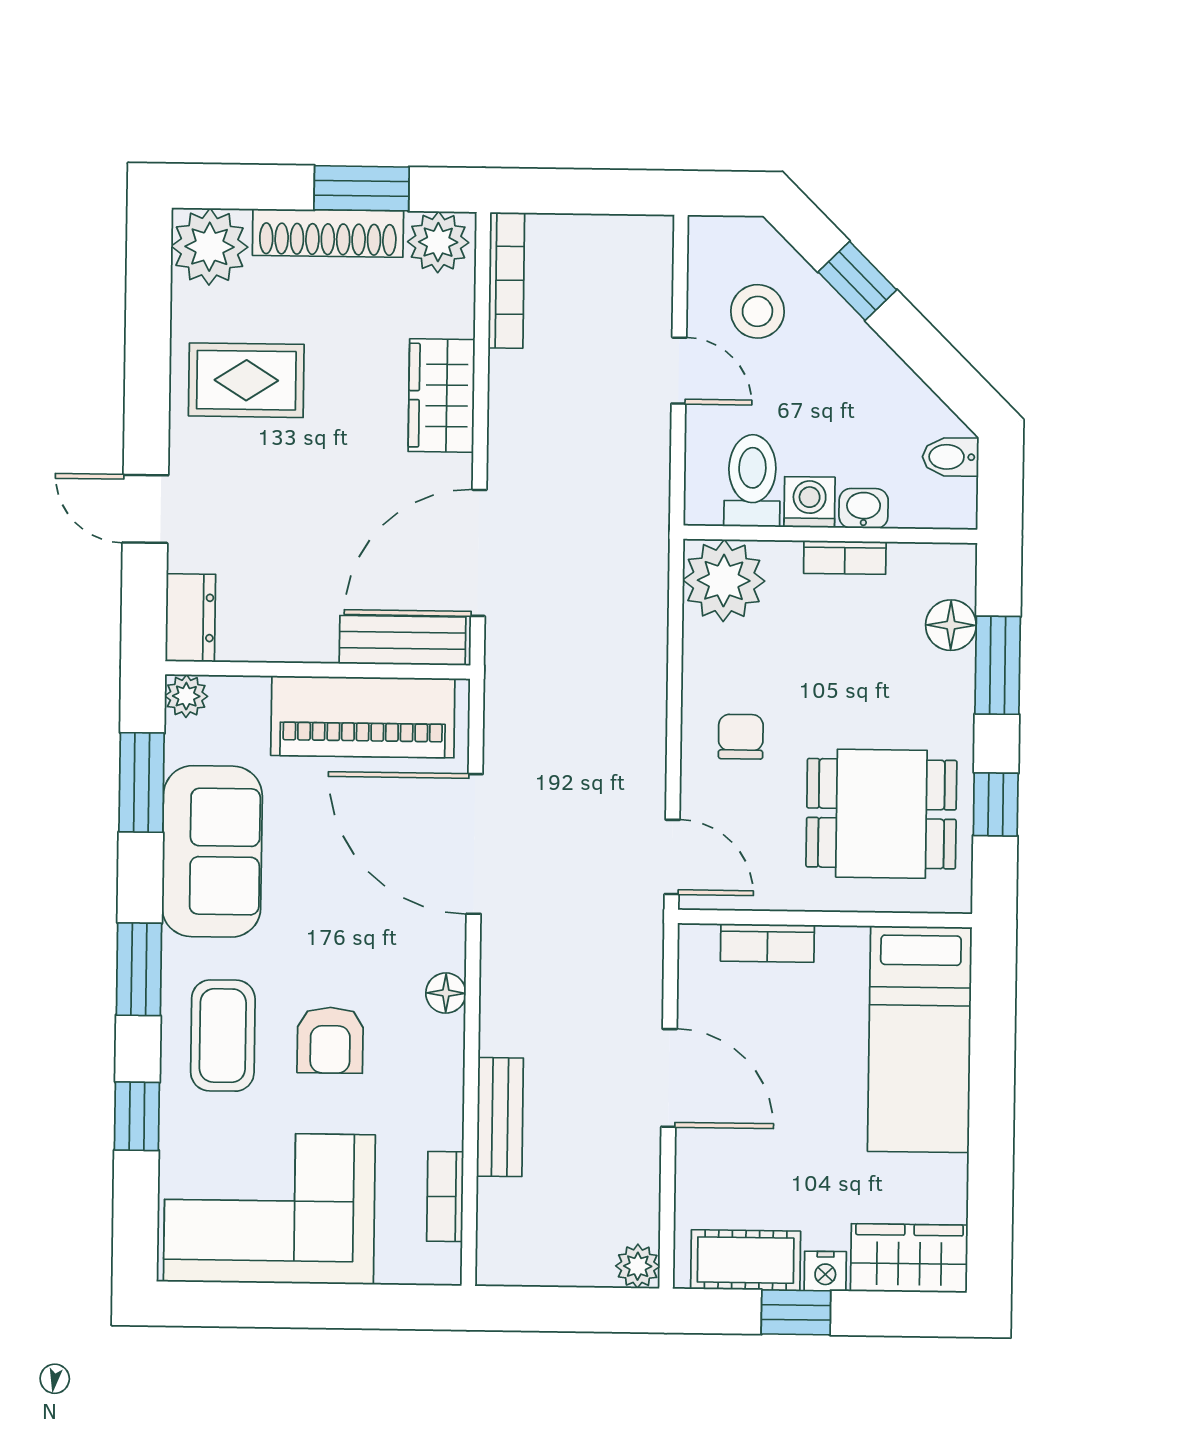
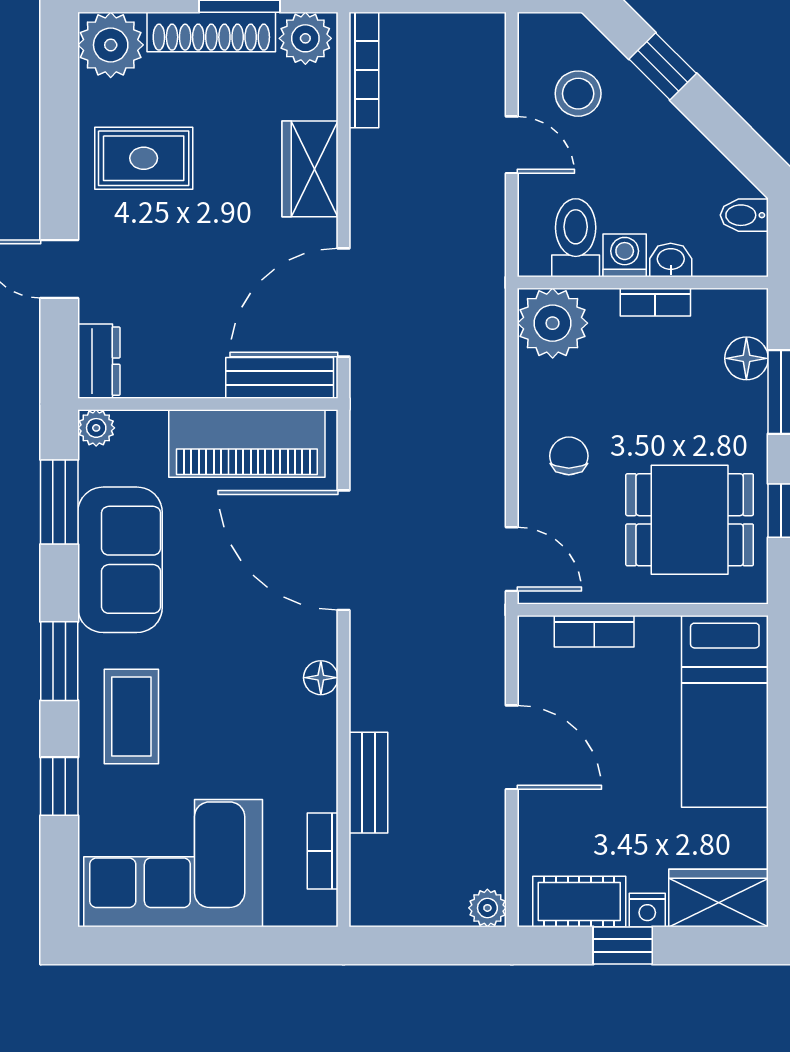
armchair: (330, 1040) -> (223, 719), removed

